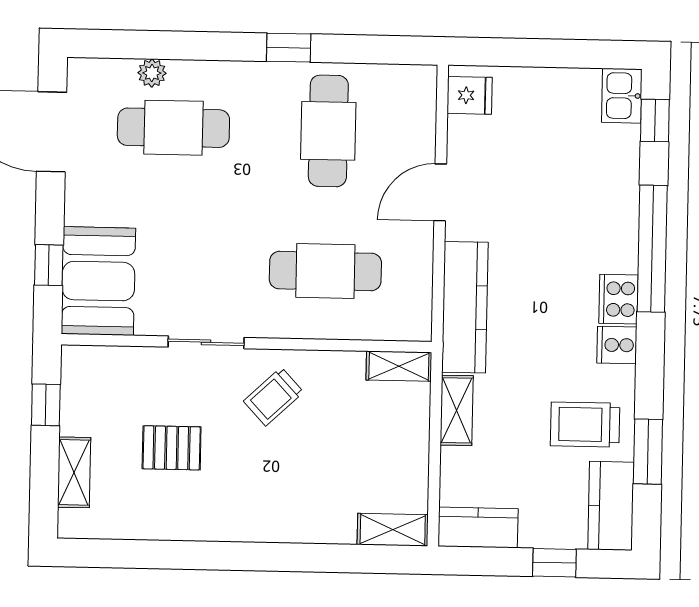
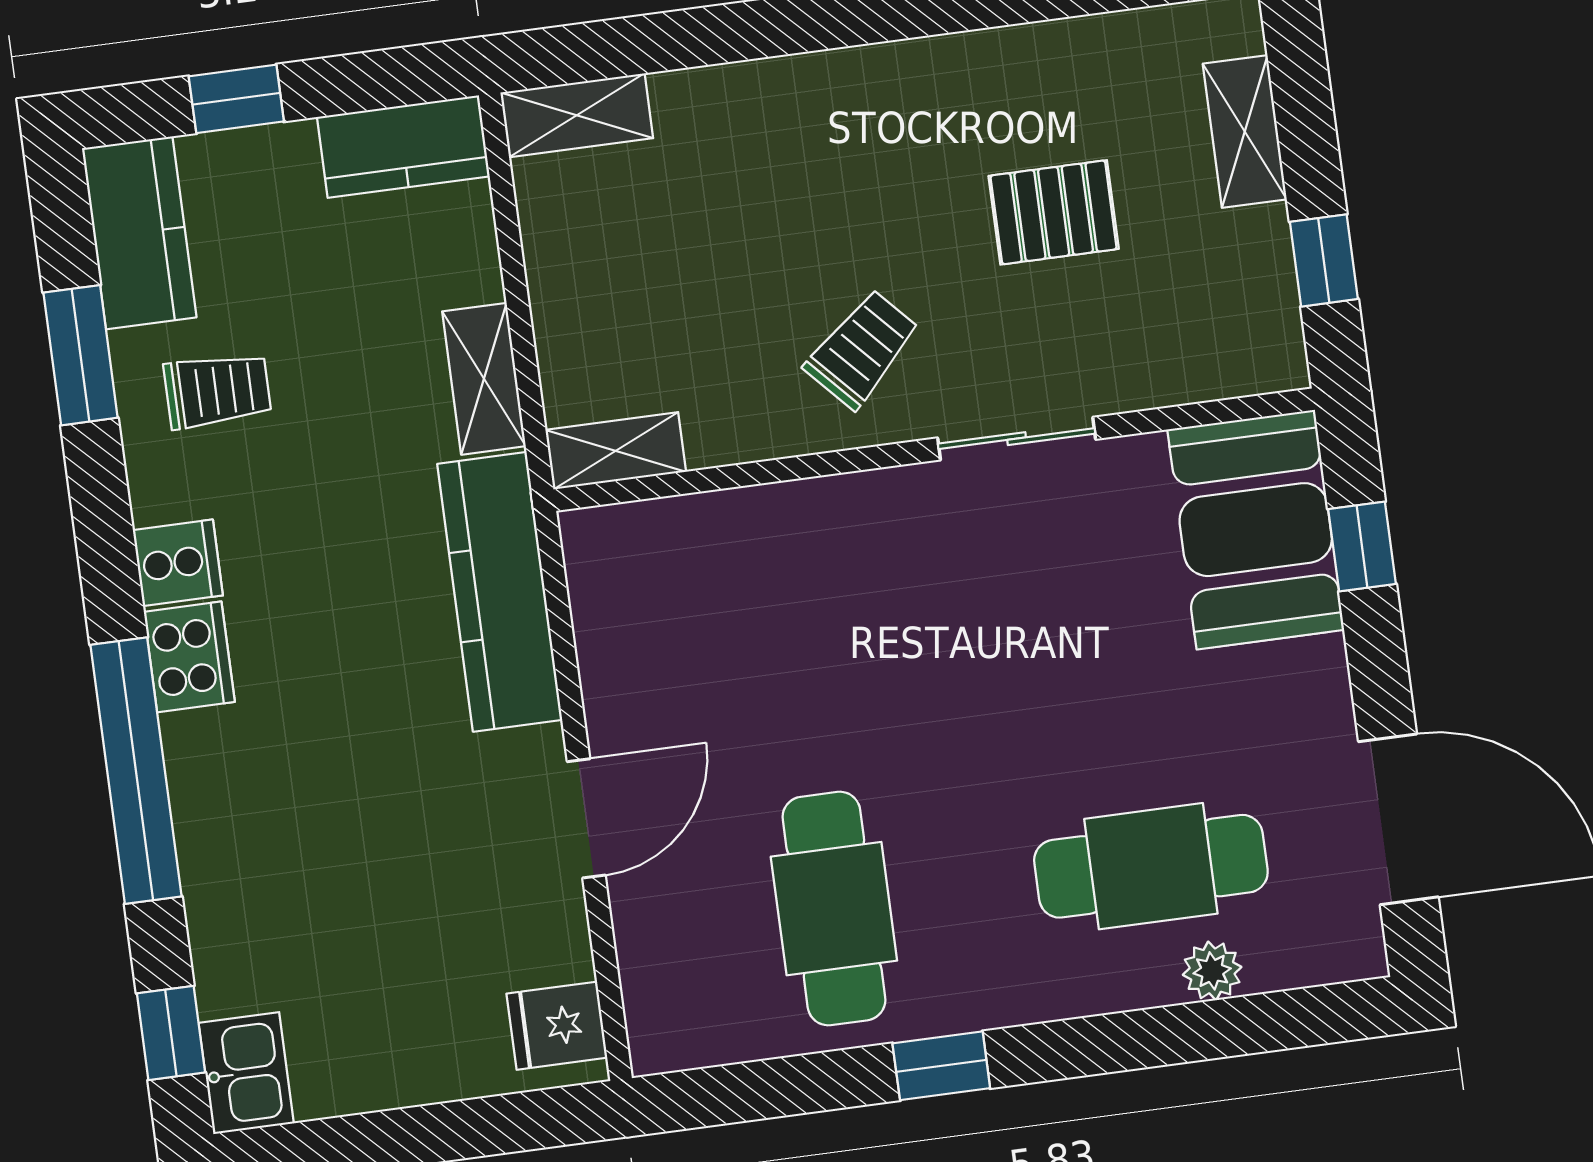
cafe table: (325, 271) -> (796, 622), removed
trolley: (585, 425) -> (217, 391), width x0.73, depth x0.72

